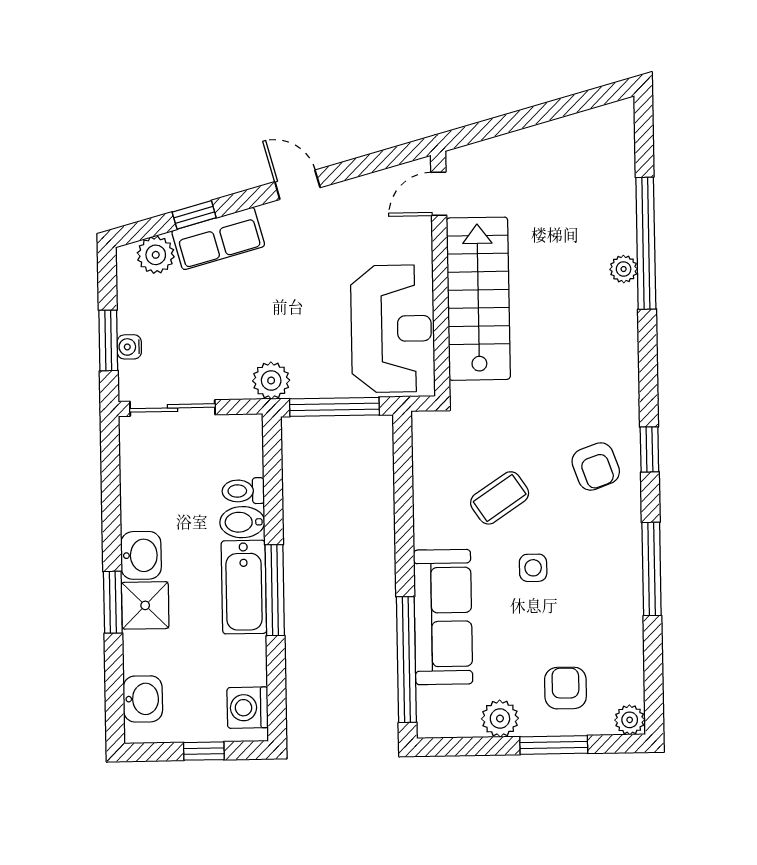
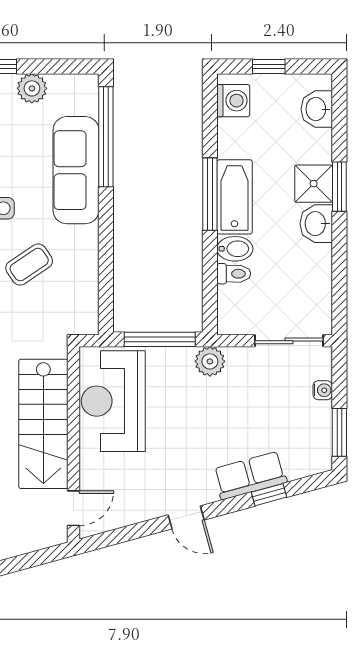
plant: (156, 255) -> (300, 463), removed
window: (108, 340) -> (339, 432), moved

